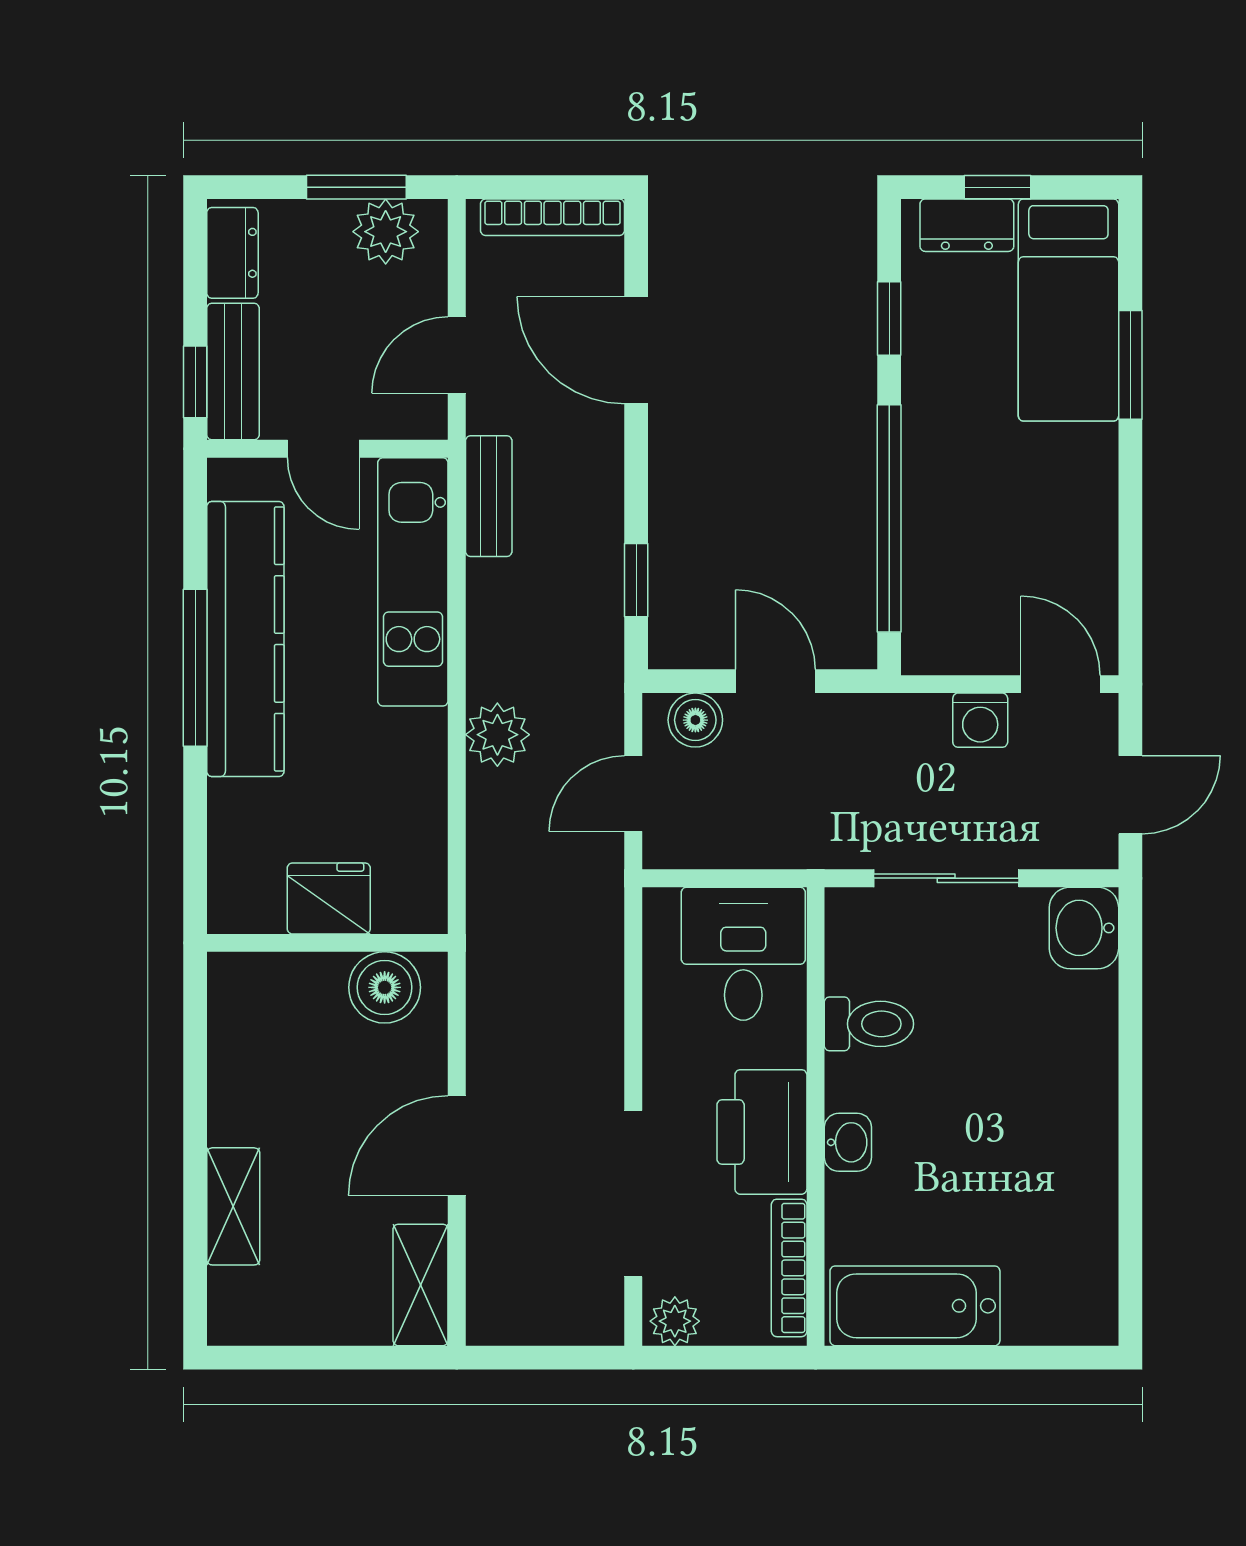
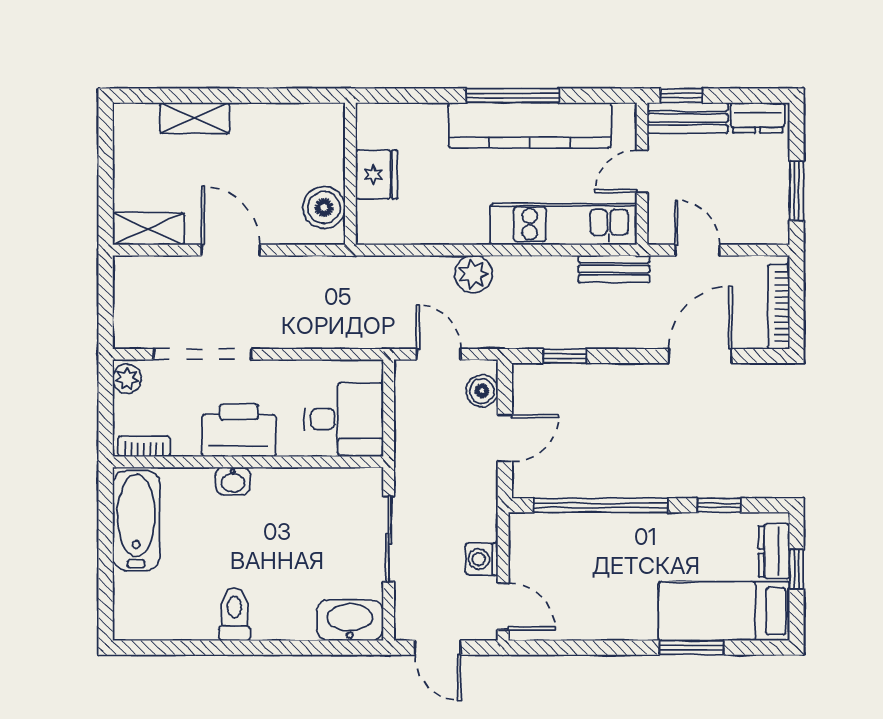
plant: (386, 232) -> (770, 208), removed
door: (1061, 684) -> (503, 607), hinge flipped
washbasin: (1084, 928) -> (350, 620), width x1.38
toilet: (869, 1024) -> (234, 614), moved, turned 180
bookcase: (789, 1268) -> (144, 446), width x0.64

